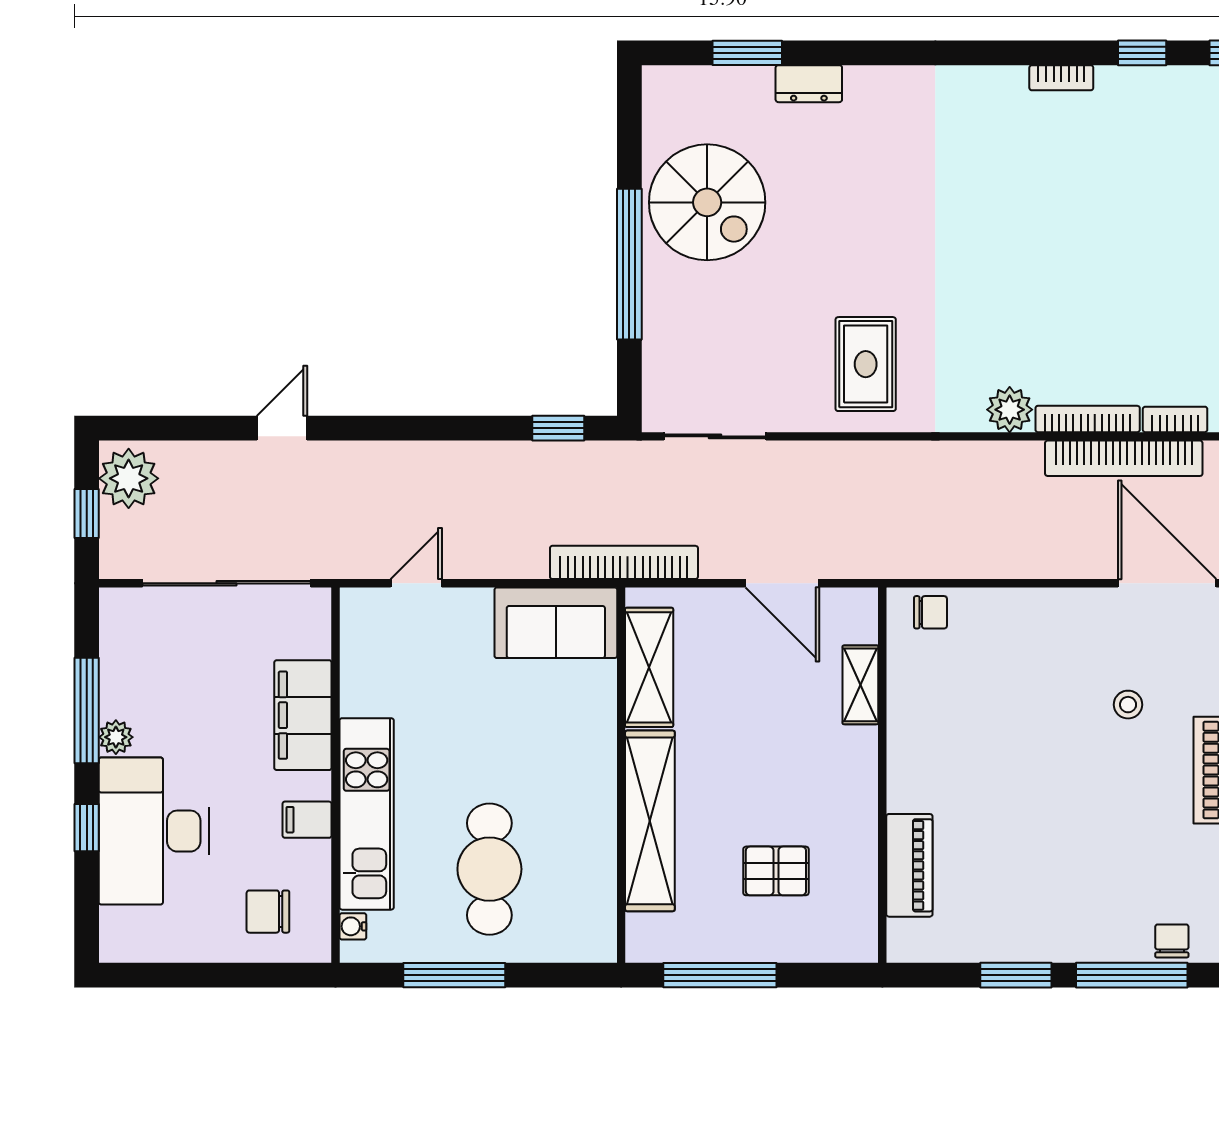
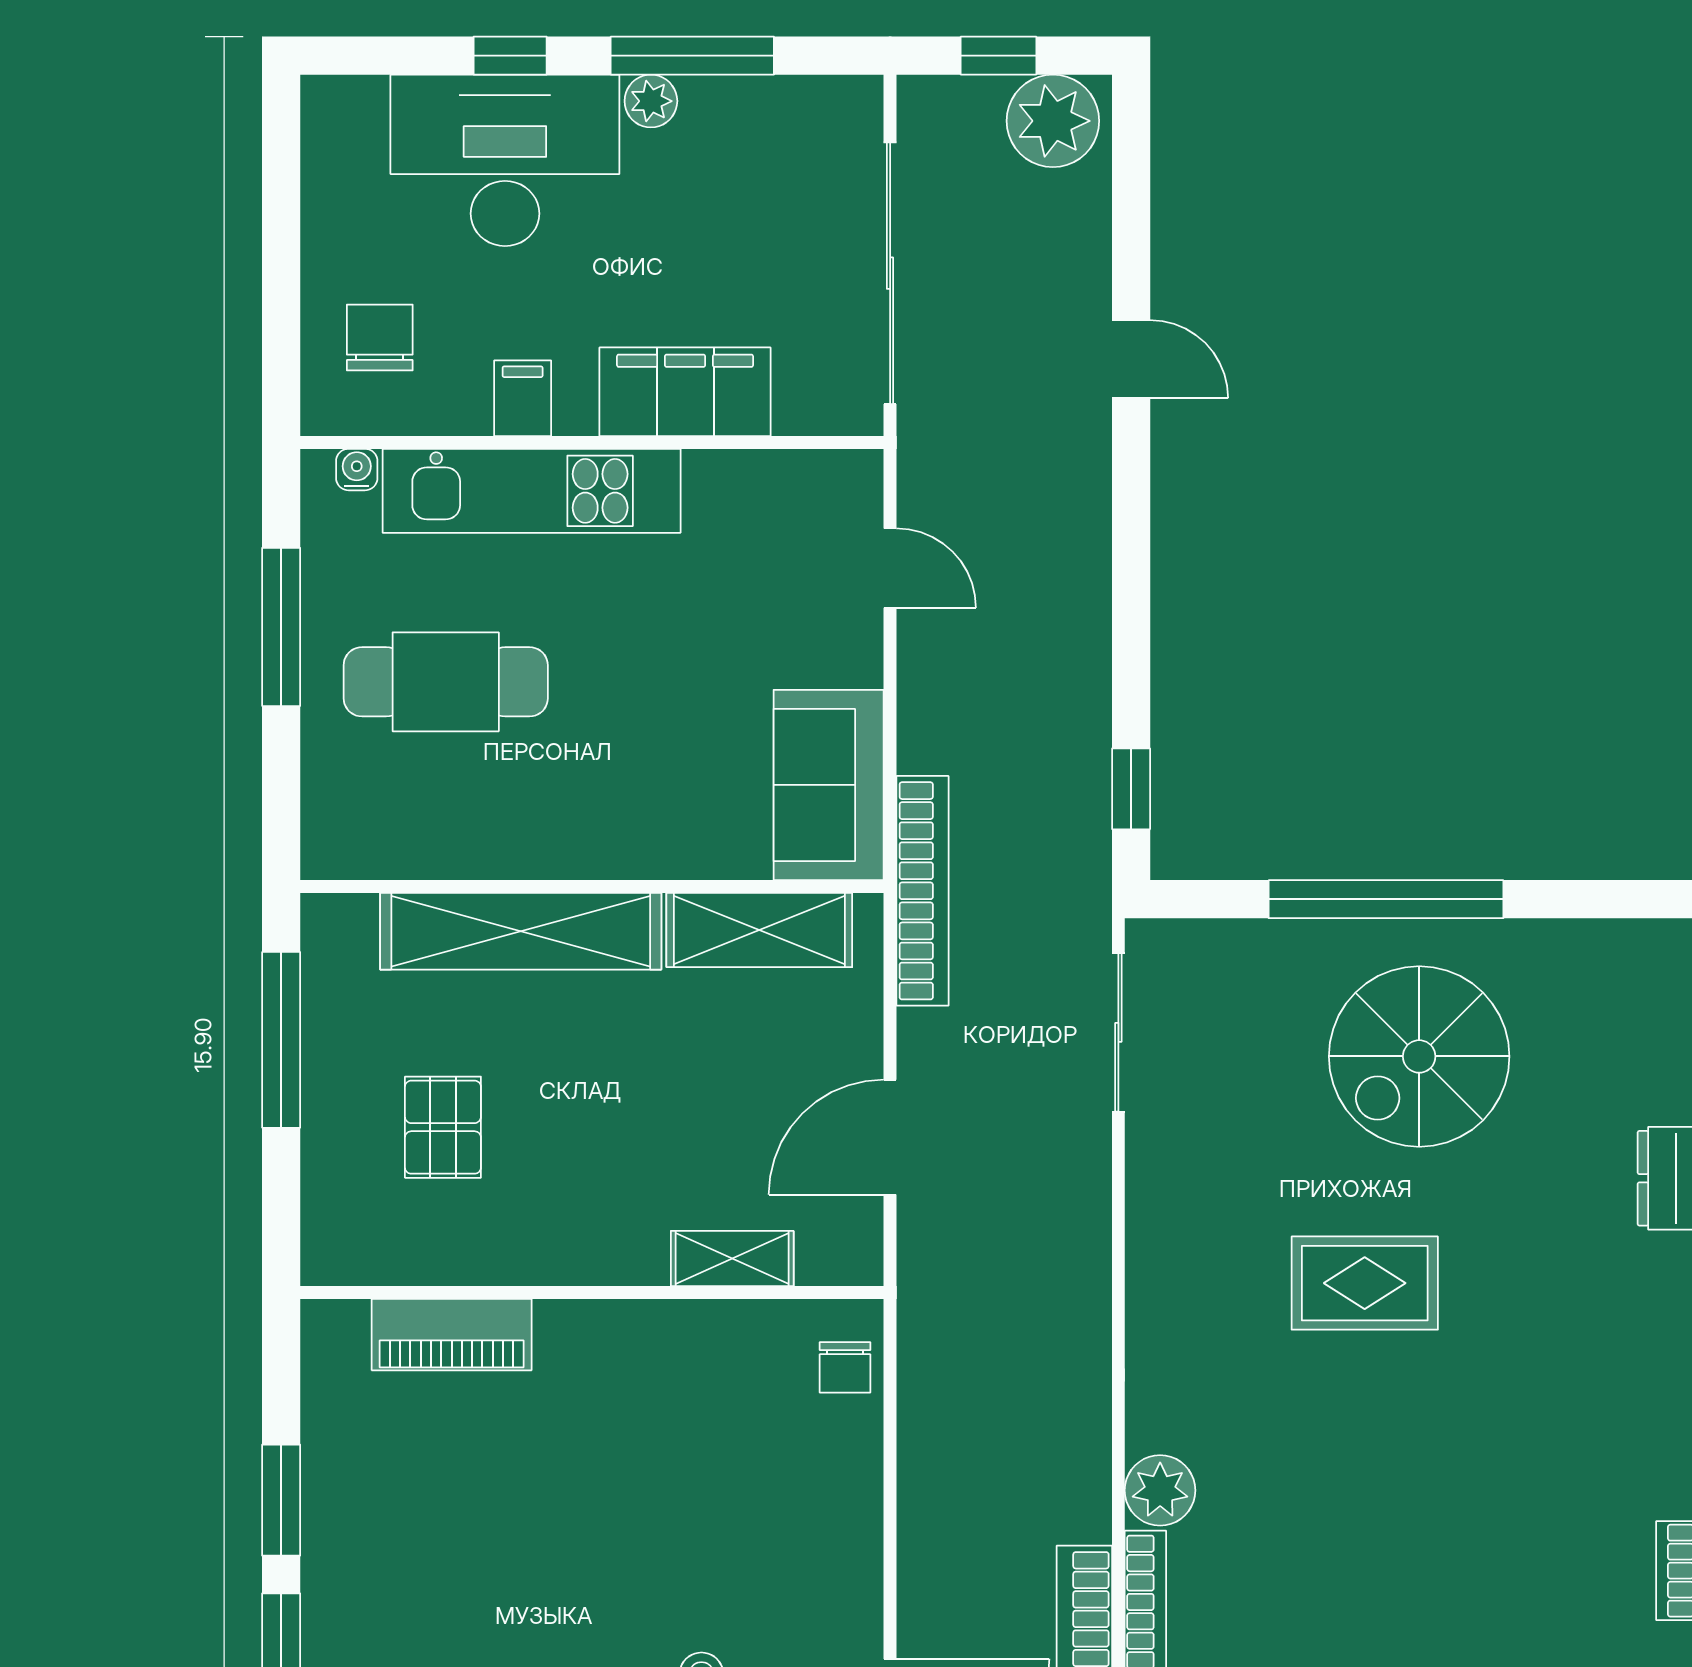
spiral stairs: (707, 202) -> (1419, 1056), moved
rug: (866, 364) -> (1365, 1283), moved

